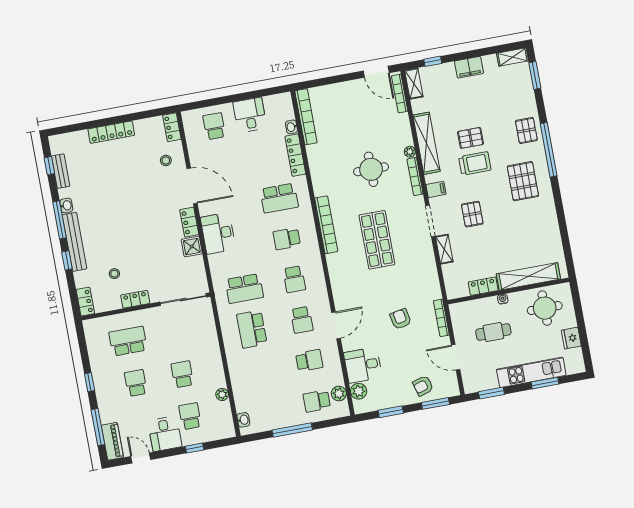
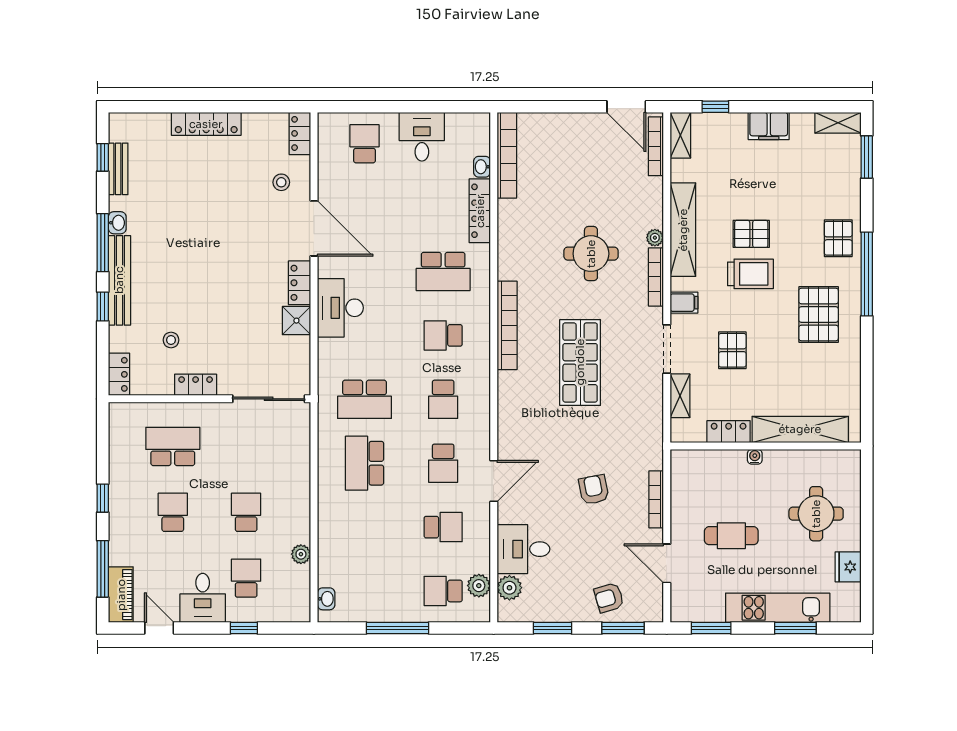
shelving: (528, 276) -> (800, 429), moved
locker: (483, 286) -> (729, 432), moved
wall: (508, 291) -> (766, 446), moved
water cooler: (503, 299) -> (755, 457), moved

